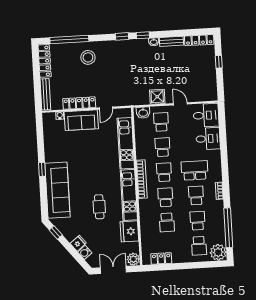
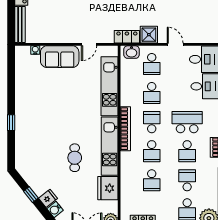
locker: (79, 103) -> (127, 37), moved, width x0.66
school desk: (161, 122) -> (152, 64), turned 180
school desk: (163, 147) -> (152, 93), turned 180
window: (42, 169) -> (11, 123), moved
sofa: (57, 190) -> (28, 136), removed
school desk: (196, 196) -> (187, 151), turned 180
school desk: (165, 197) -> (152, 151), turned 180
window: (56, 232) -> (31, 195), moved

